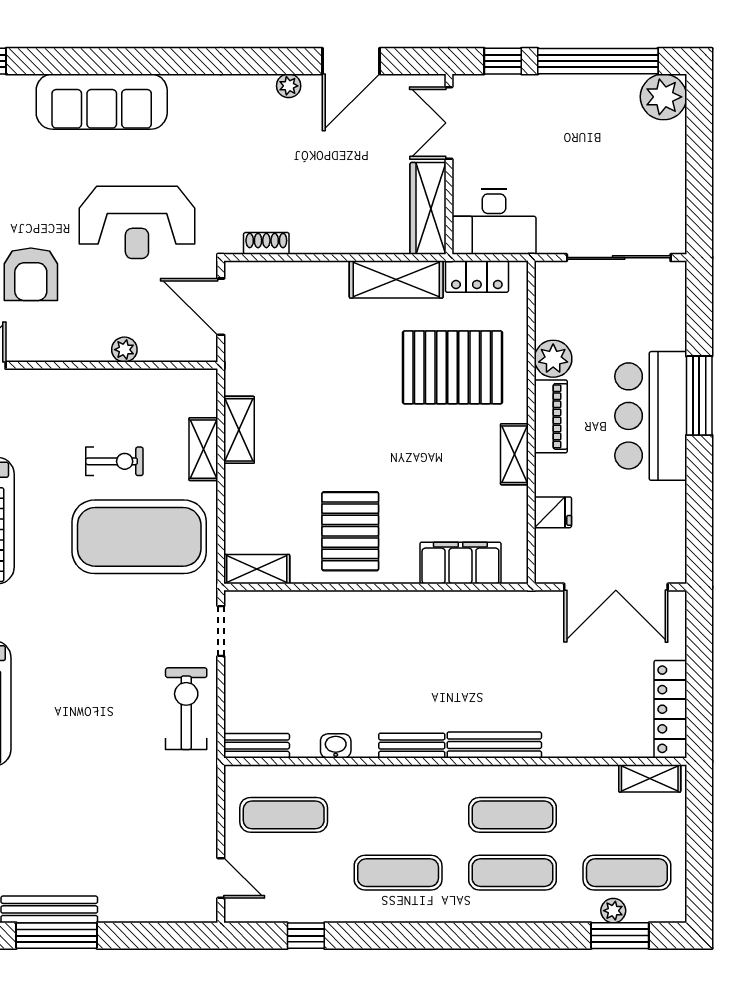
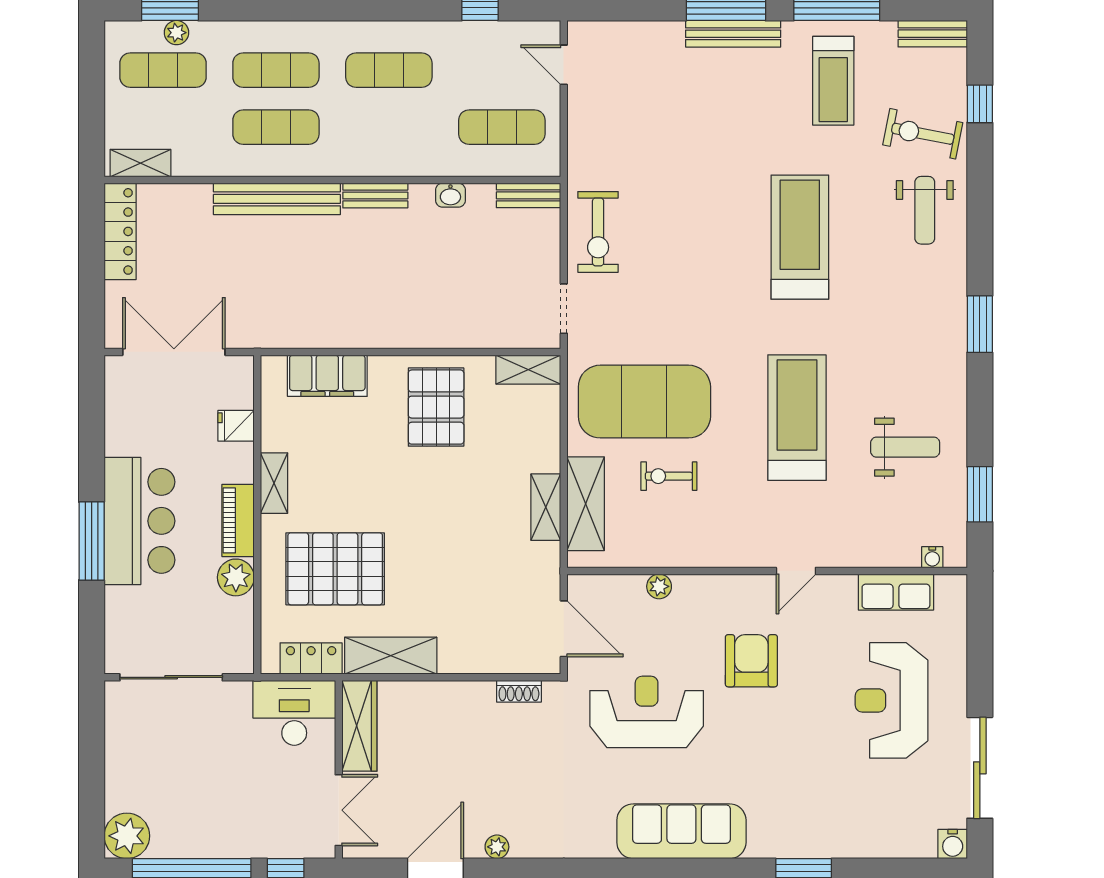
shelving: (203, 449) -> (586, 504), width x1.50, depth x1.33
bench: (494, 745) -> (277, 199), width x1.37, depth x1.21

